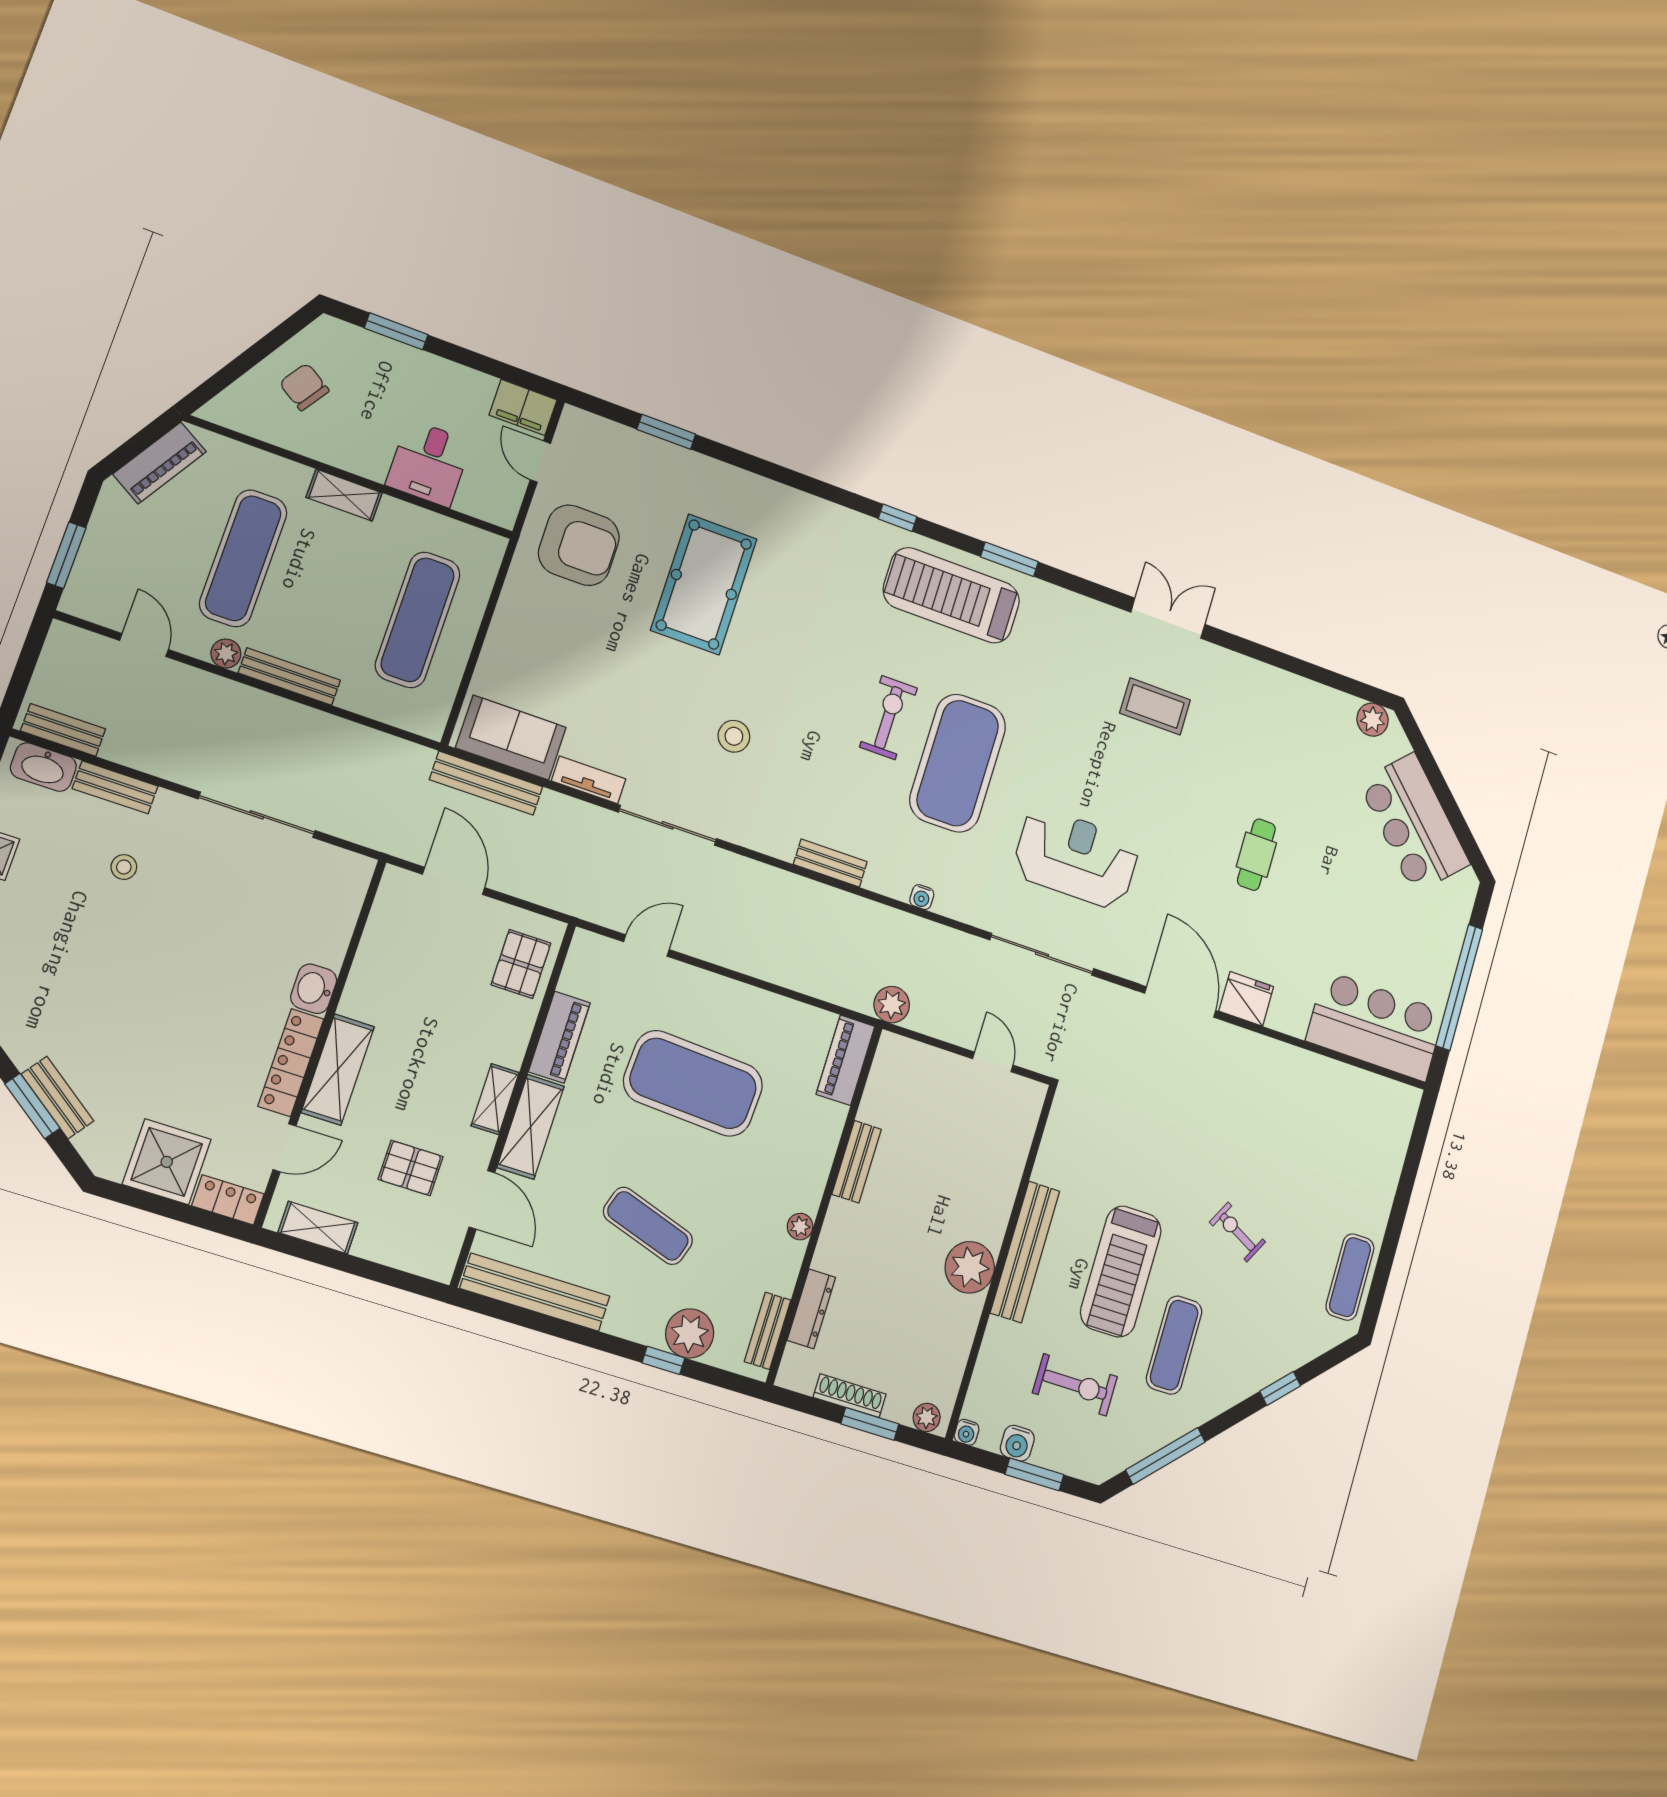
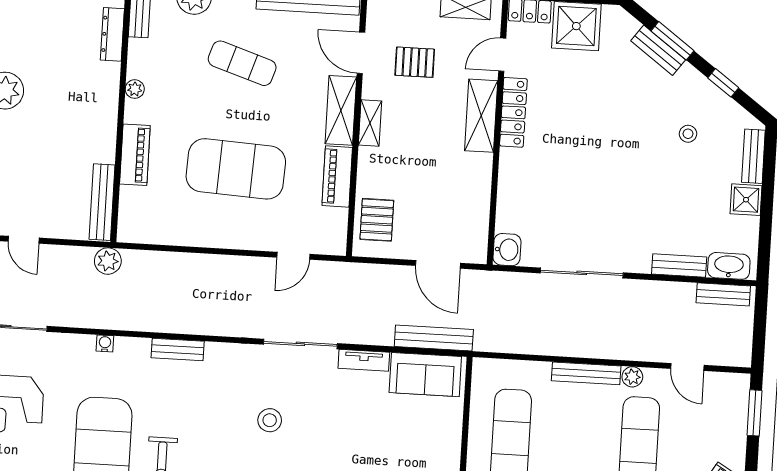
stool: (124, 867) -> (688, 134), moved
washbasin: (314, 989) -> (507, 250), moved
piano: (845, 1060) -> (135, 155), moved
bench: (857, 1162) -> (102, 202), moved, width x1.36

